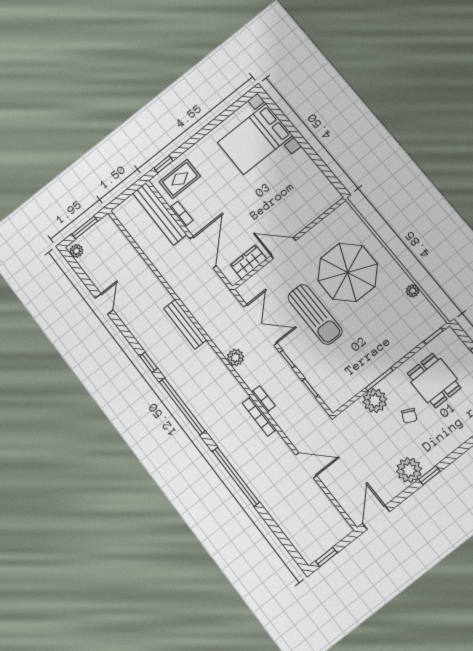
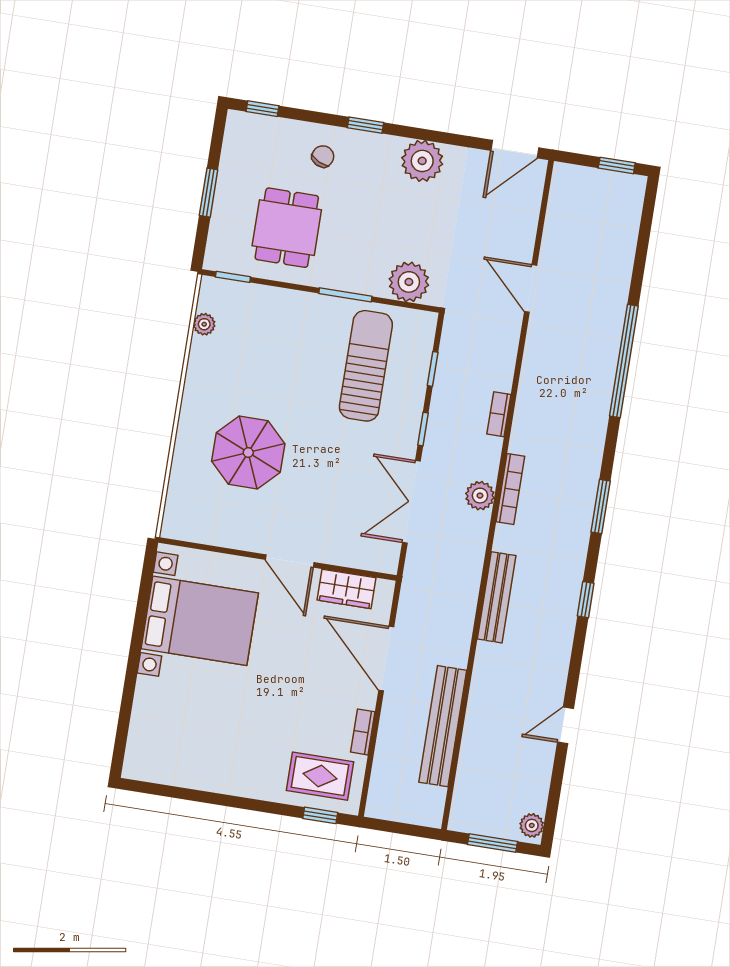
bed with nightstands: (255, 139) -> (200, 621), moved
bench: (160, 214) -> (443, 726), moved
door: (203, 252) -> (386, 659), hinge flipped
parasol: (348, 272) -> (248, 453), width x0.73, depth x0.73
plant: (413, 291) -> (204, 324), moved
sun lounger: (315, 314) -> (366, 366), moved
plant: (375, 401) -> (409, 282), moved
window: (182, 406) -> (601, 506), width x0.47
bookcase: (259, 416) -> (510, 489), moved
chair: (409, 416) -> (323, 156), moved
window: (429, 475) -> (366, 125), moved

